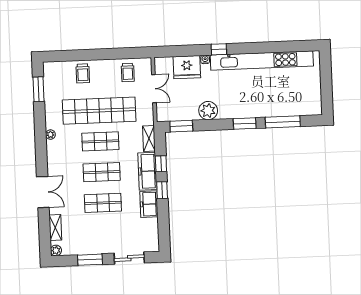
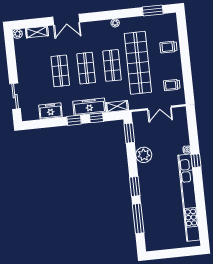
fridge: (187, 67) -> (179, 135), removed
freezer: (149, 204) -> (51, 111), moved
window: (90, 260) -> (12, 63), removed

